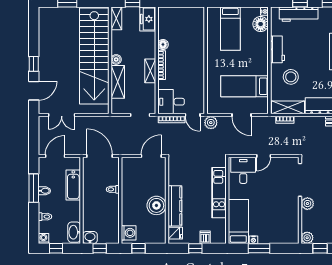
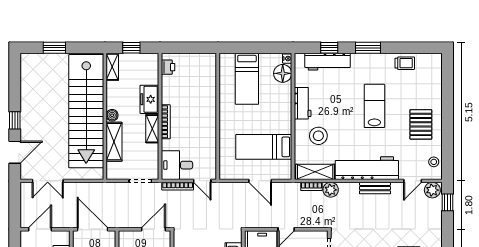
freezer: (148, 19) -> (149, 99), moved
printer: (163, 19) -> (168, 67), added
floor lamp: (163, 44) -> (167, 98), removed
plant: (211, 123) -> (331, 190), moved

